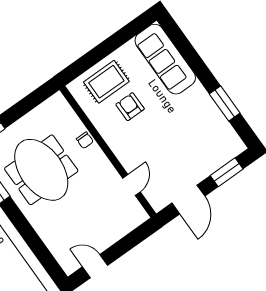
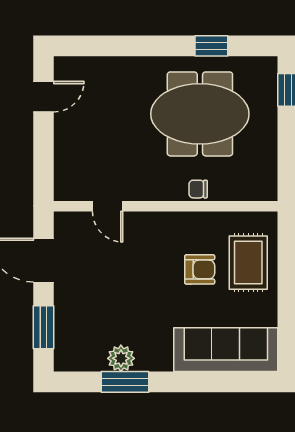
plant: (213, 115) -> (121, 358), added

